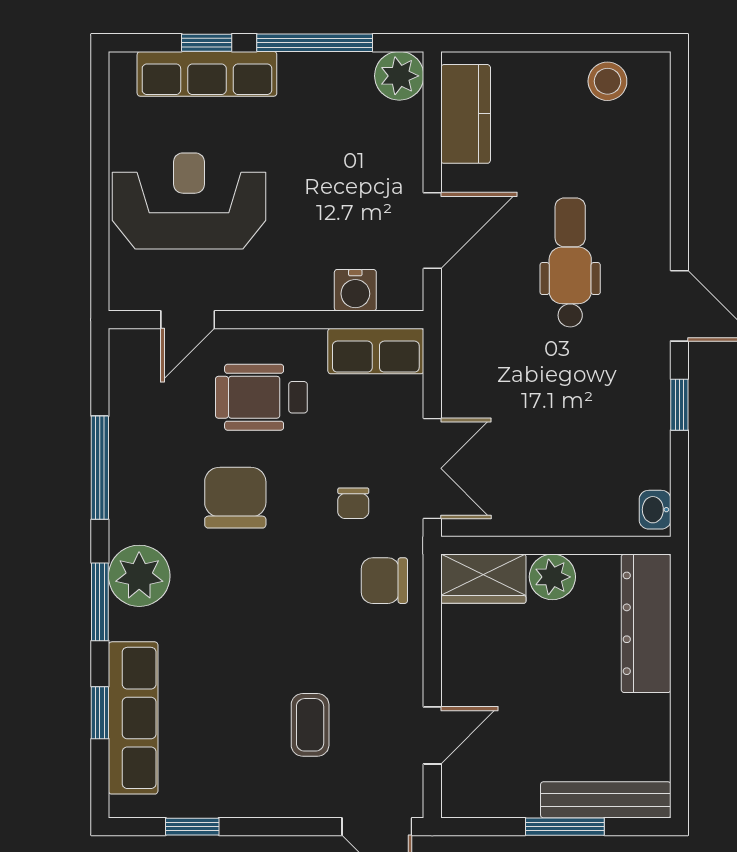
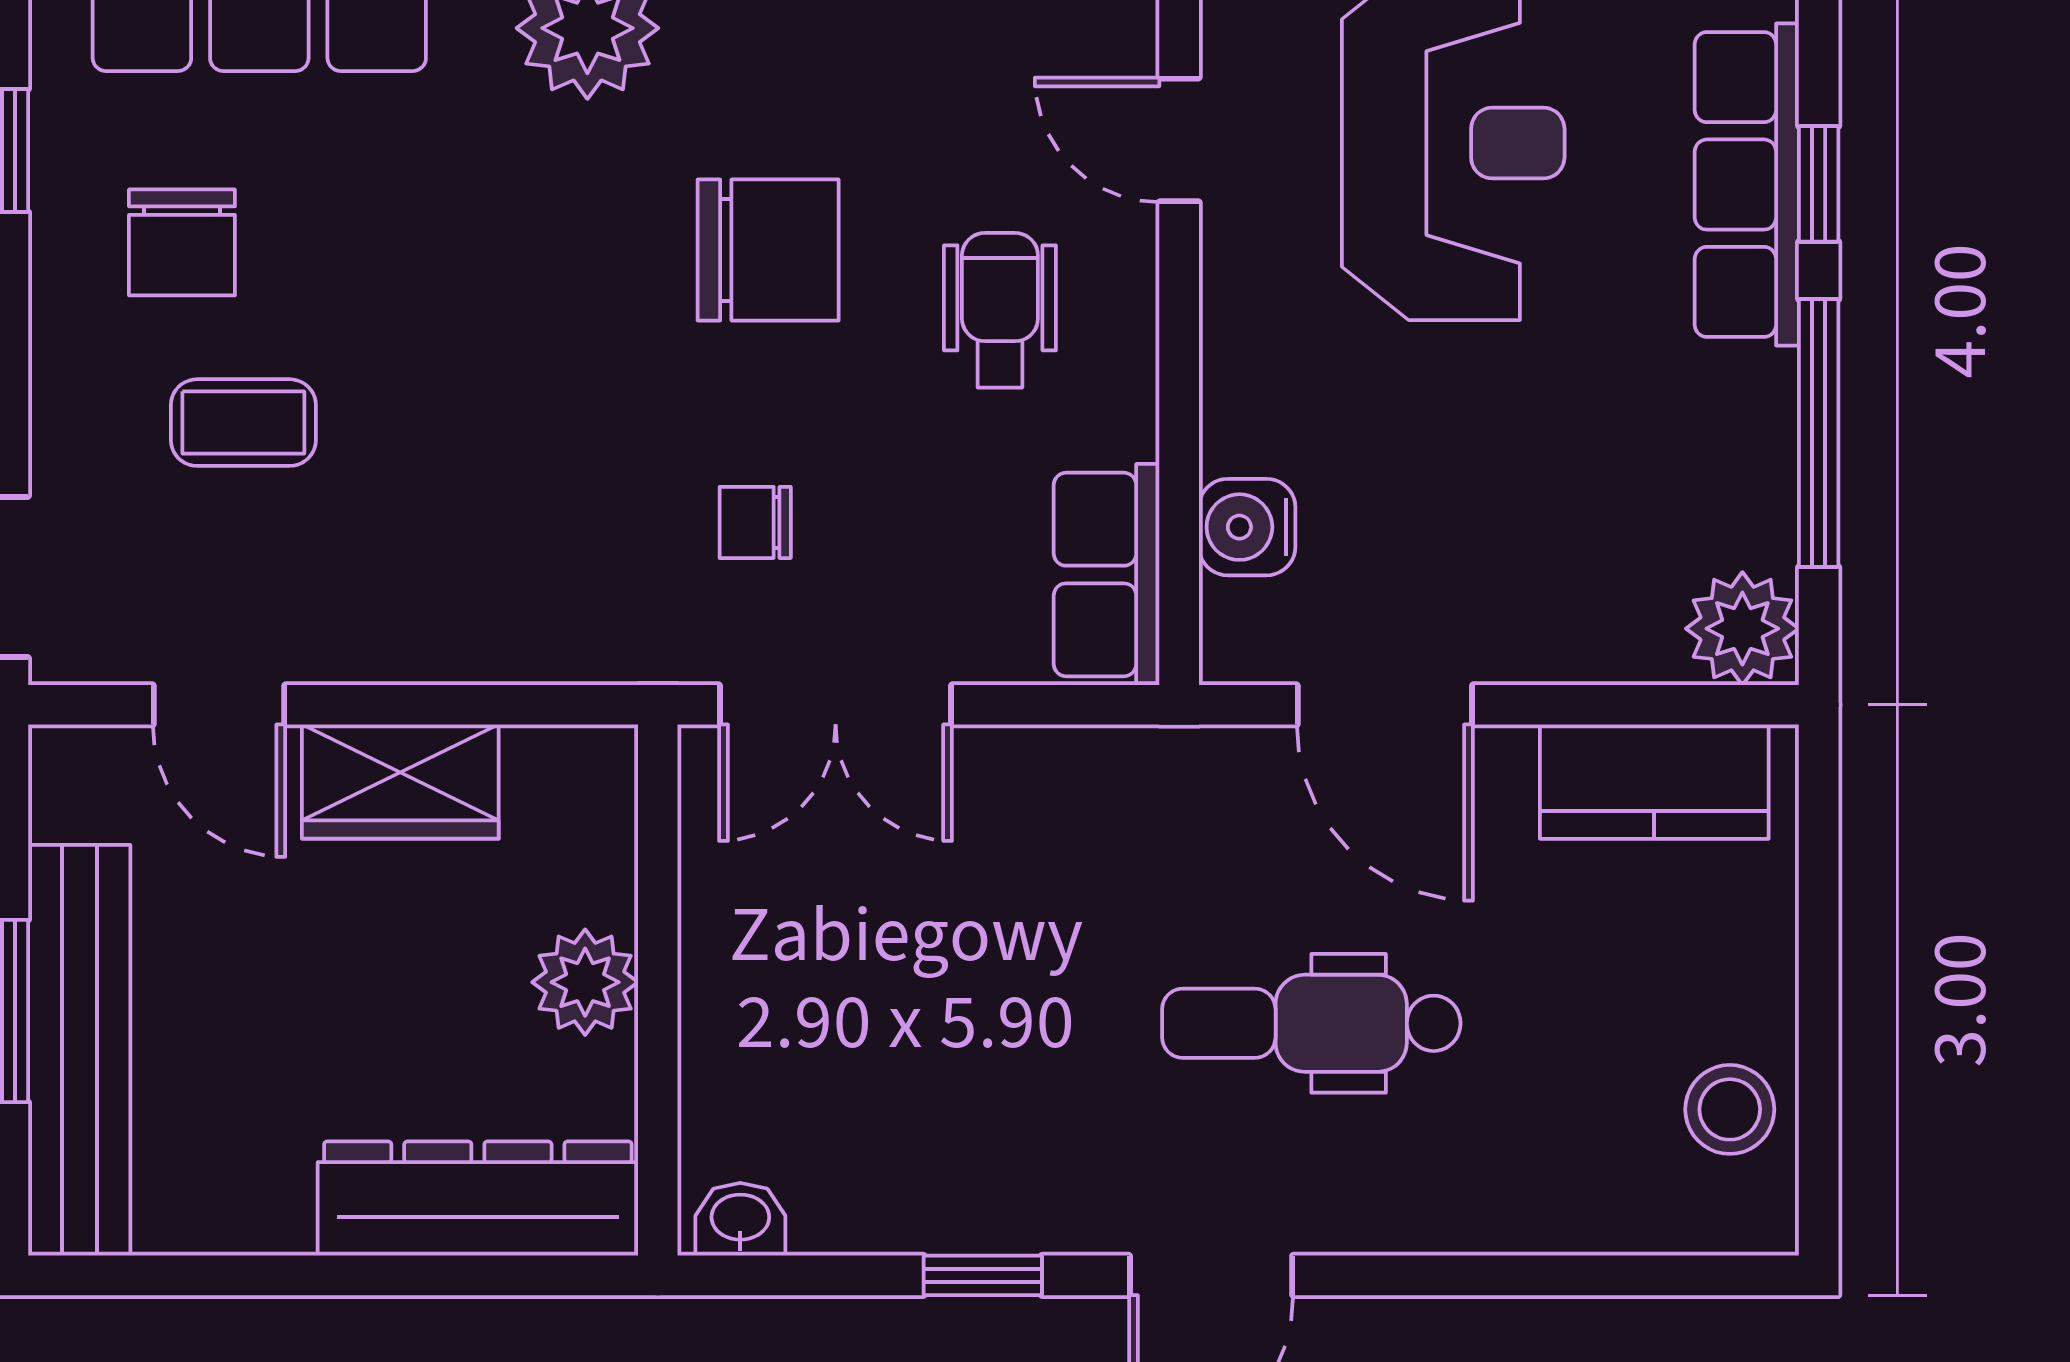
dental chair: (570, 262) -> (1311, 1023), turned 180
wheelchair: (261, 397) -> (1000, 310), width x0.73, depth x0.73
wardrobe: (483, 579) -> (400, 782), moved, turned -90
chair: (384, 581) -> (182, 242), moved, turned 180
bench: (606, 800) -> (79, 1050), width x1.37, depth x1.21

